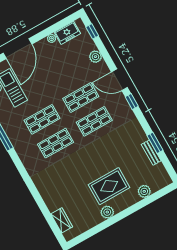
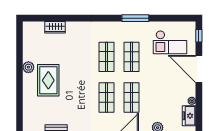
plant: (144, 191) -> (28, 106), removed
wardrobe: (62, 220) -> (55, 27), moved

